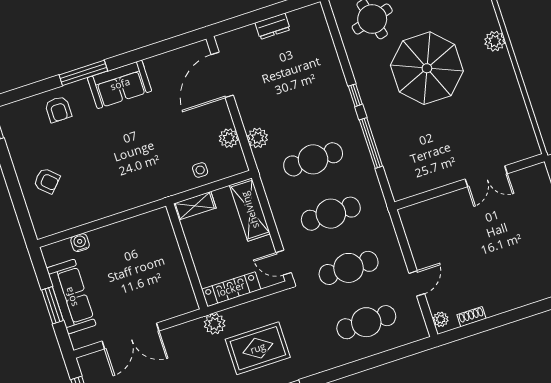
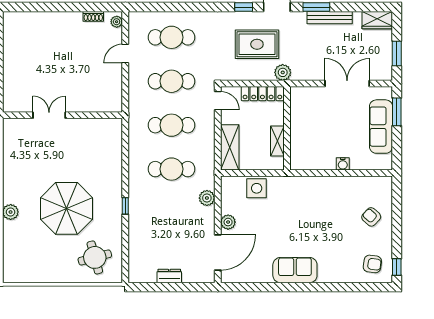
window: (83, 73) -> (319, 287), removed
armchair: (58, 109) -> (372, 264), moved, turned 98
plant: (229, 138) -> (228, 222), moved
window: (371, 143) -> (125, 167), removed
side table: (200, 170) -> (257, 188), width x1.87, depth x1.87
shelving: (195, 206) -> (277, 141), moved, turned 90
water cooler: (80, 243) -> (343, 164), moved
window: (52, 305) -> (397, 112), moved

